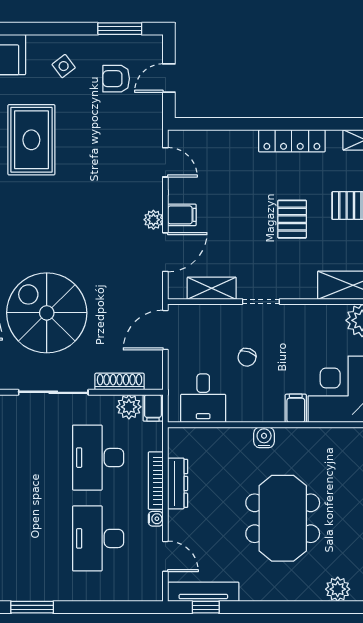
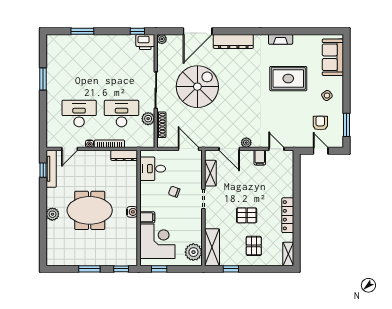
door: (165, 162) -> (276, 149), swing flipped
filing cabinet: (182, 215) -> (260, 158), moved
plant: (129, 407) -> (148, 119), moved
filing cabinet: (153, 408) -> (148, 142), removed
water cooler: (264, 437) -> (132, 212), moved
dresser: (178, 483) -> (124, 155), moved
plant: (338, 589) -> (52, 214), moved

